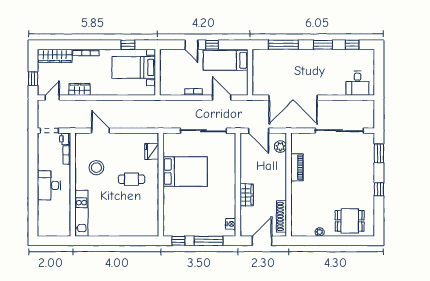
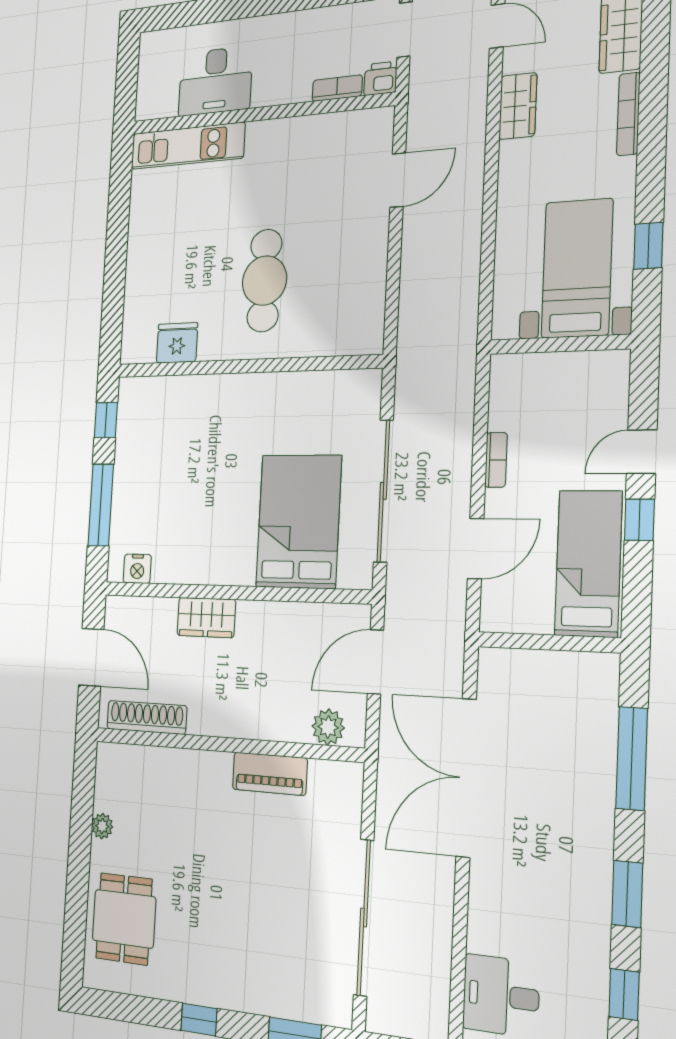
fridge: (152, 151) -> (177, 343), moved
stool: (96, 168) -> (299, 177), removed
bed: (185, 172) -> (299, 521), moved, turned 180
cafe table: (131, 179) -> (264, 281), width x1.37, depth x1.35
desk: (49, 185) -> (215, 81), moved, turned 180

